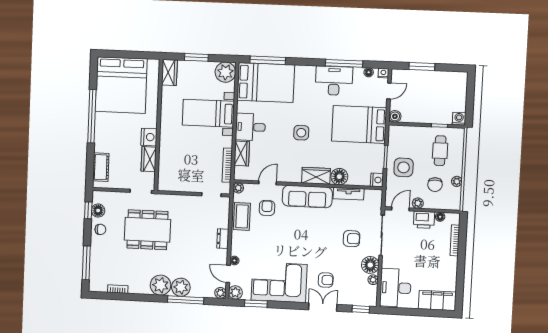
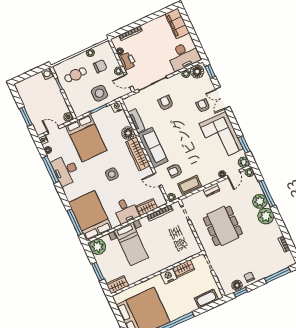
wardrobe: (316, 176) -> (138, 154), width x1.50
dining table: (147, 230) -> (223, 226), moved
floor lamp: (370, 265) -> (197, 72), moved

